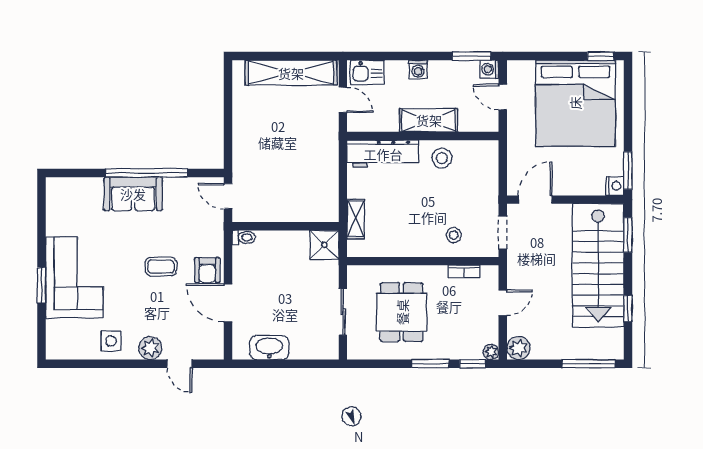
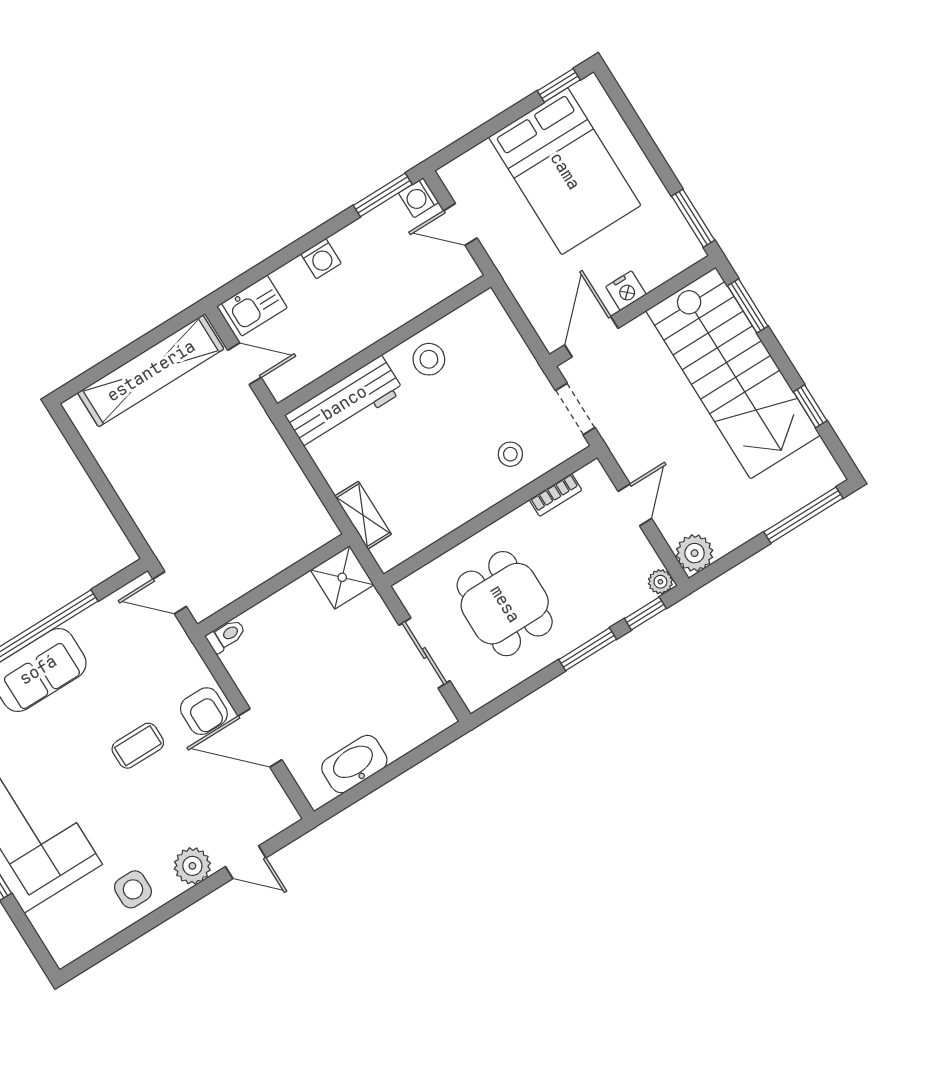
bed: (575, 103) -> (565, 171), width x0.73
shelving: (429, 120) -> (379, 319), removed
nightstand: (615, 186) -> (626, 291), moved, turned 90

